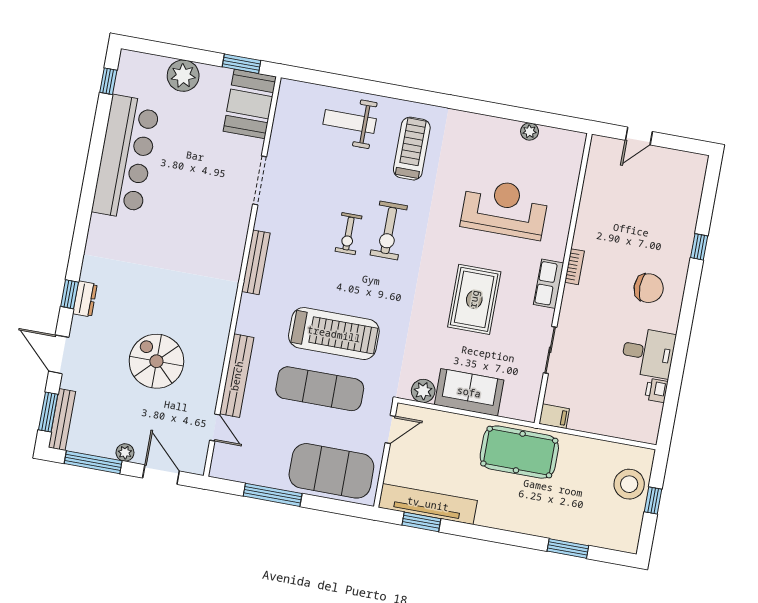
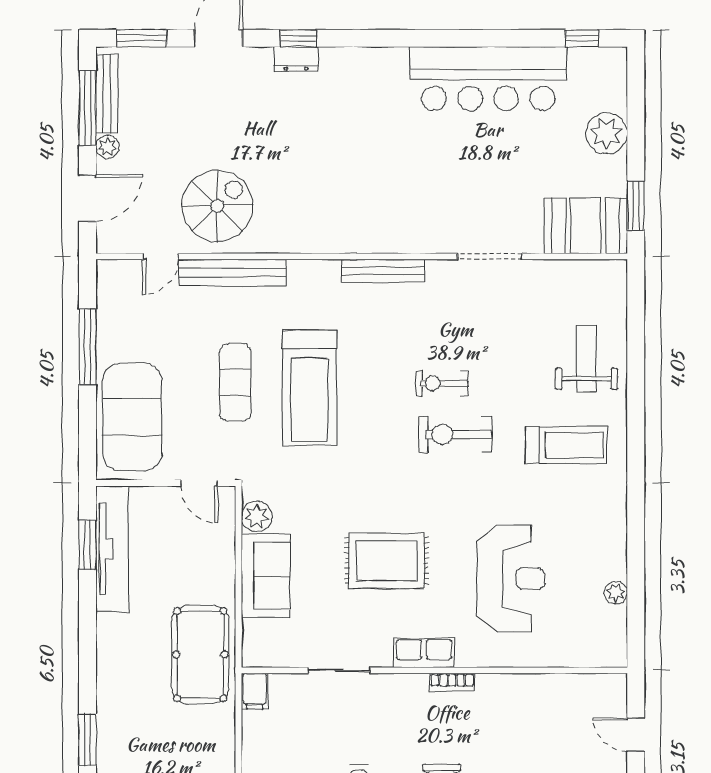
spiral stairs: (156, 361) -> (217, 206), moved
exercise mat: (320, 389) -> (235, 383), width x0.73, depth x0.69
bench: (62, 419) -> (107, 93), moved, turned 90

